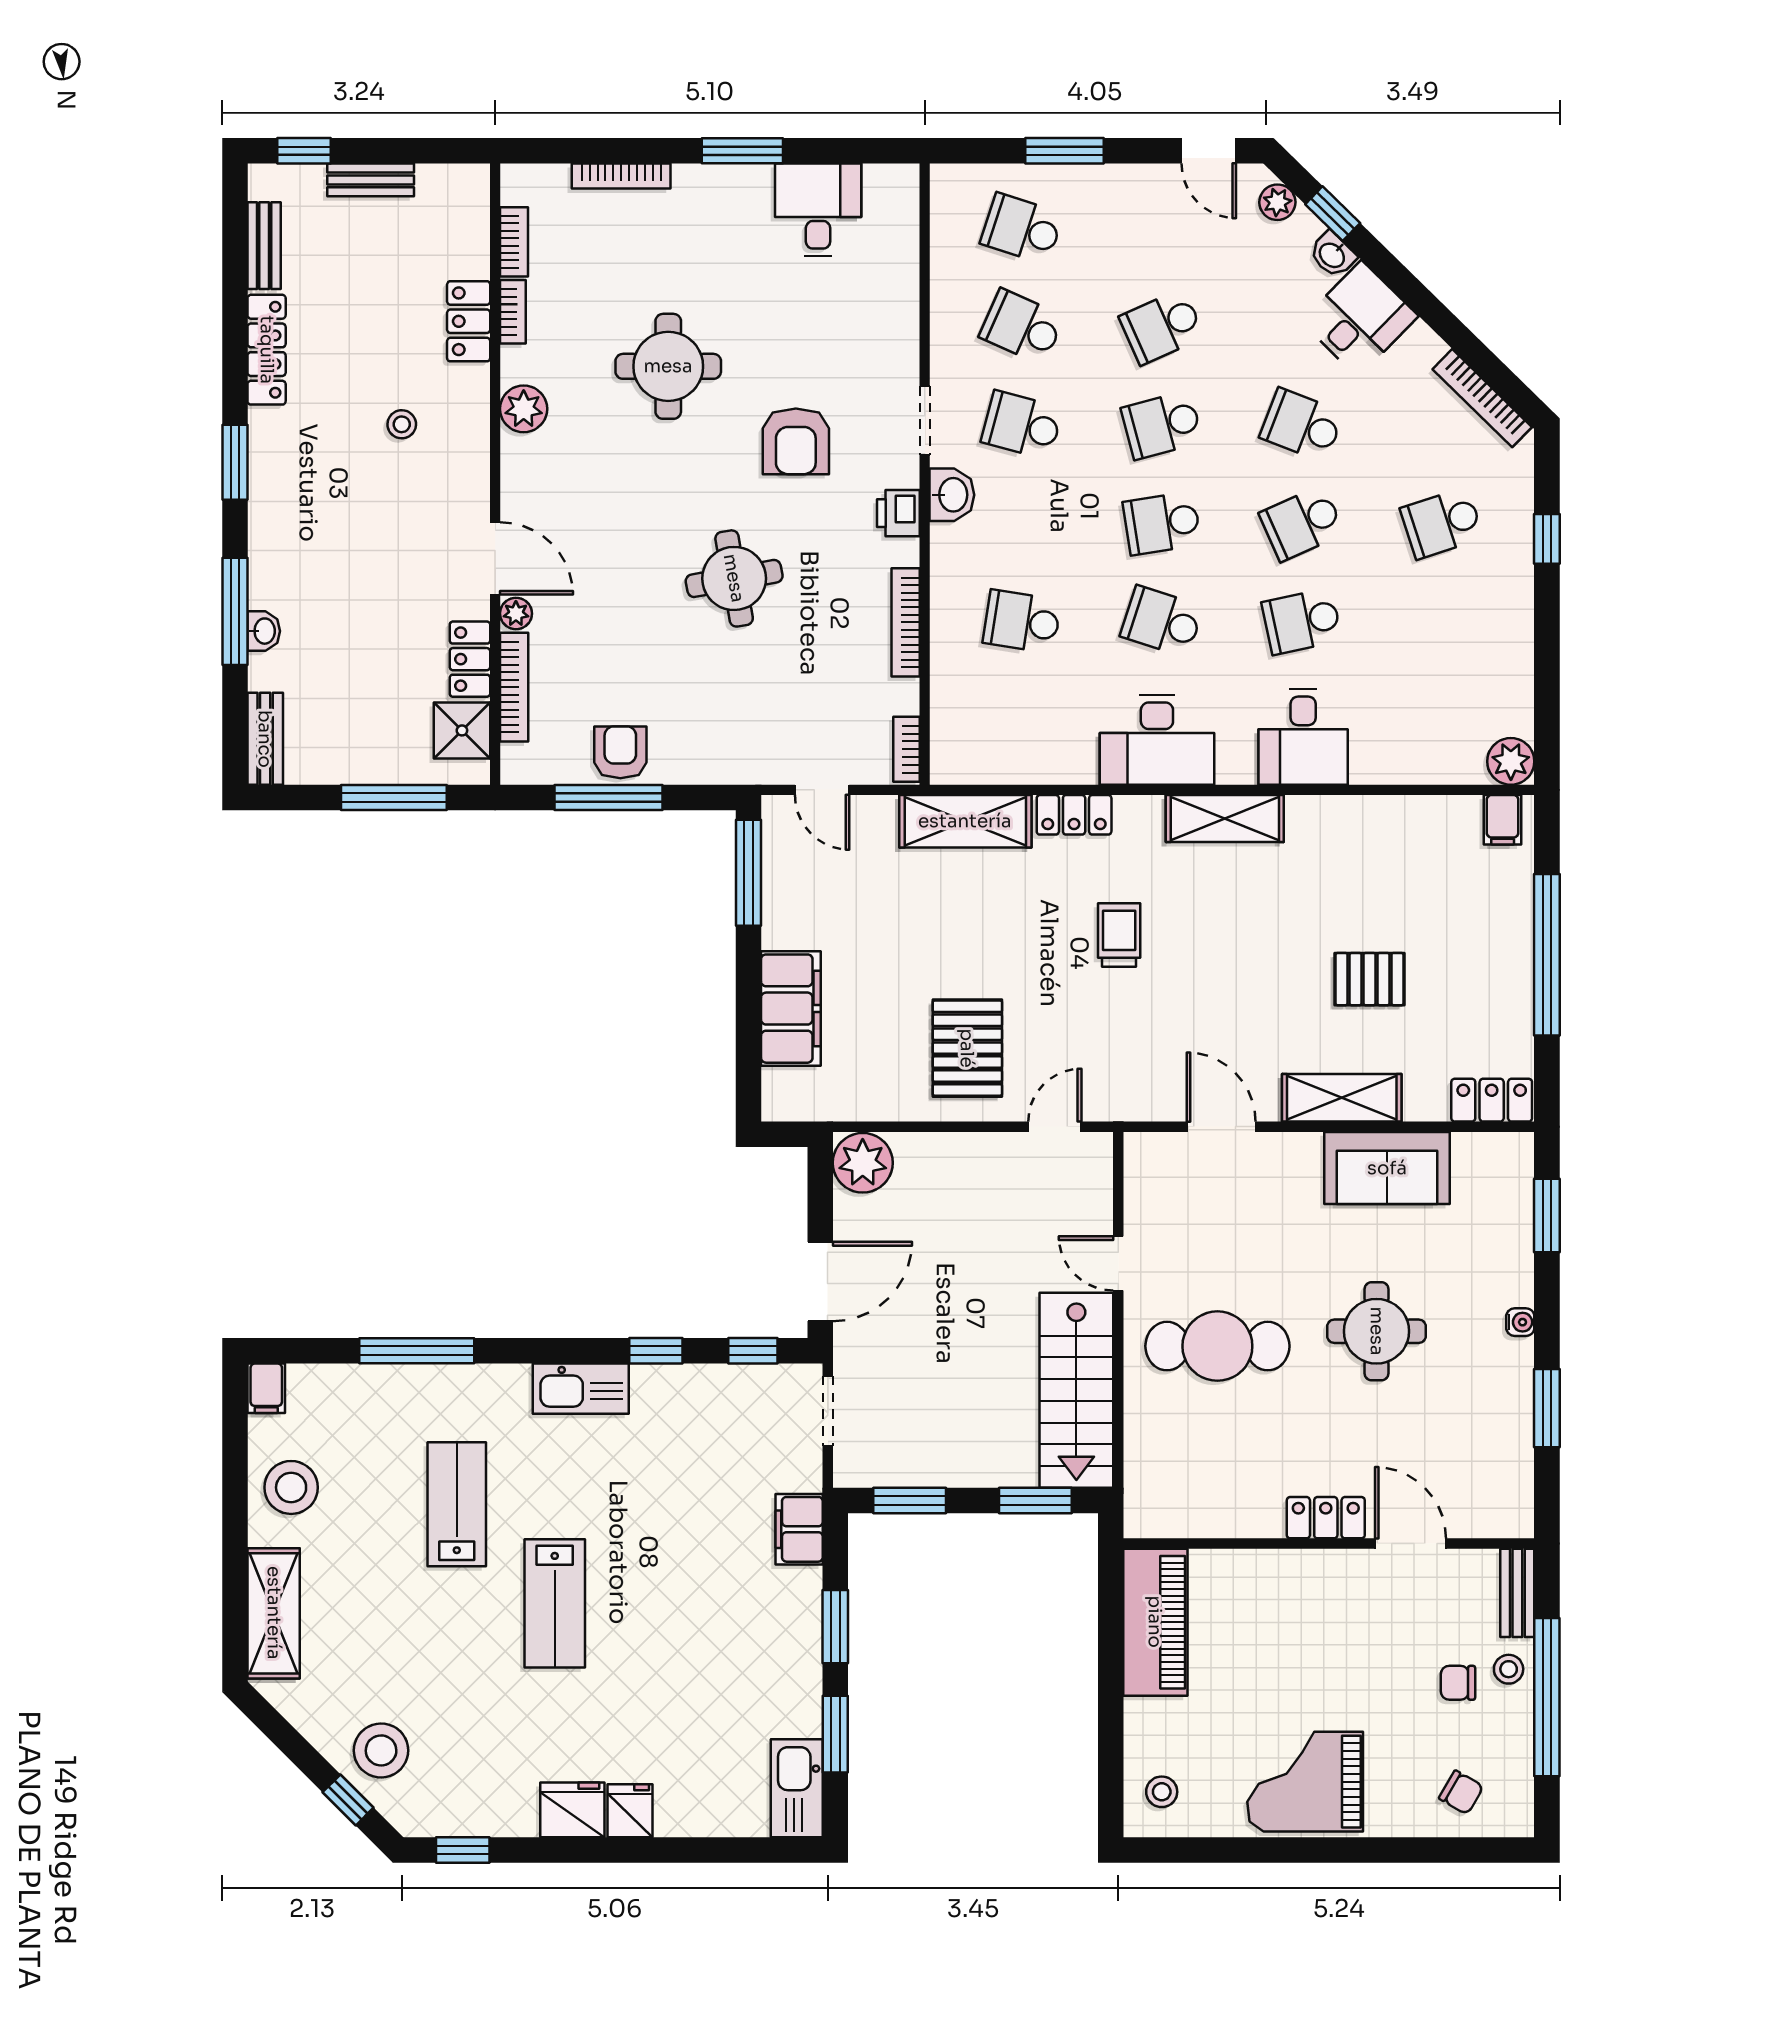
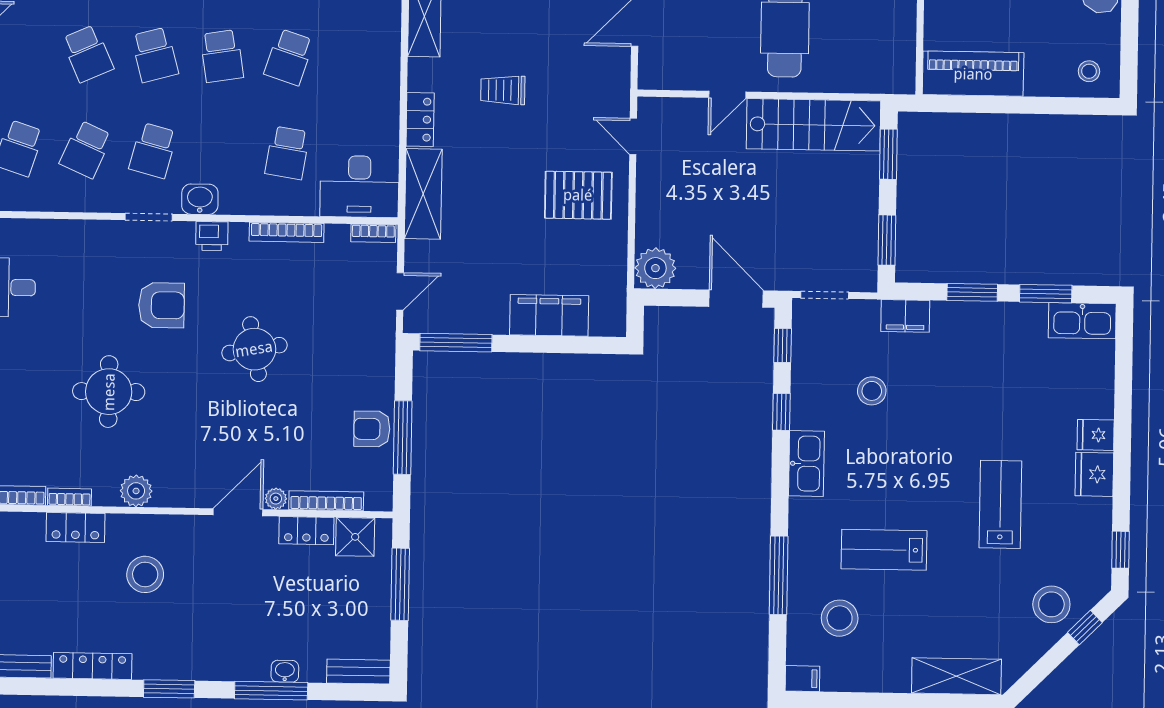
stool: (402, 424) -> (145, 574), width x1.89, depth x1.89
desk: (1157, 740) -> (359, 187), moved, turned 90
stool: (689, 1482) -> (872, 391), added
stool: (291, 1487) -> (840, 618), moved
lab bench: (555, 1603) -> (1000, 504), moved, turned -90

